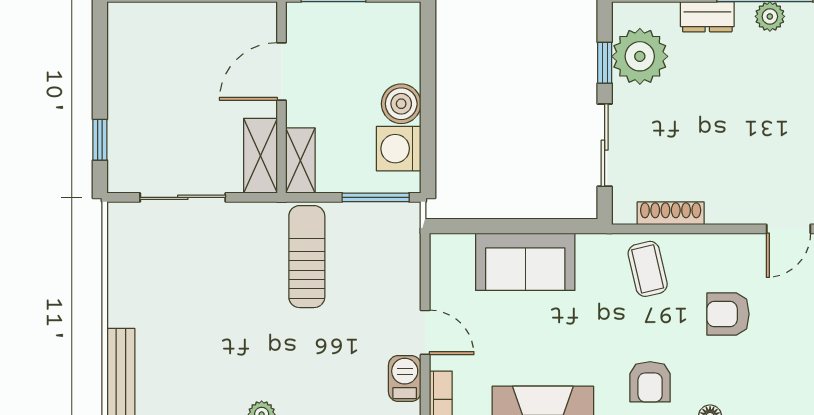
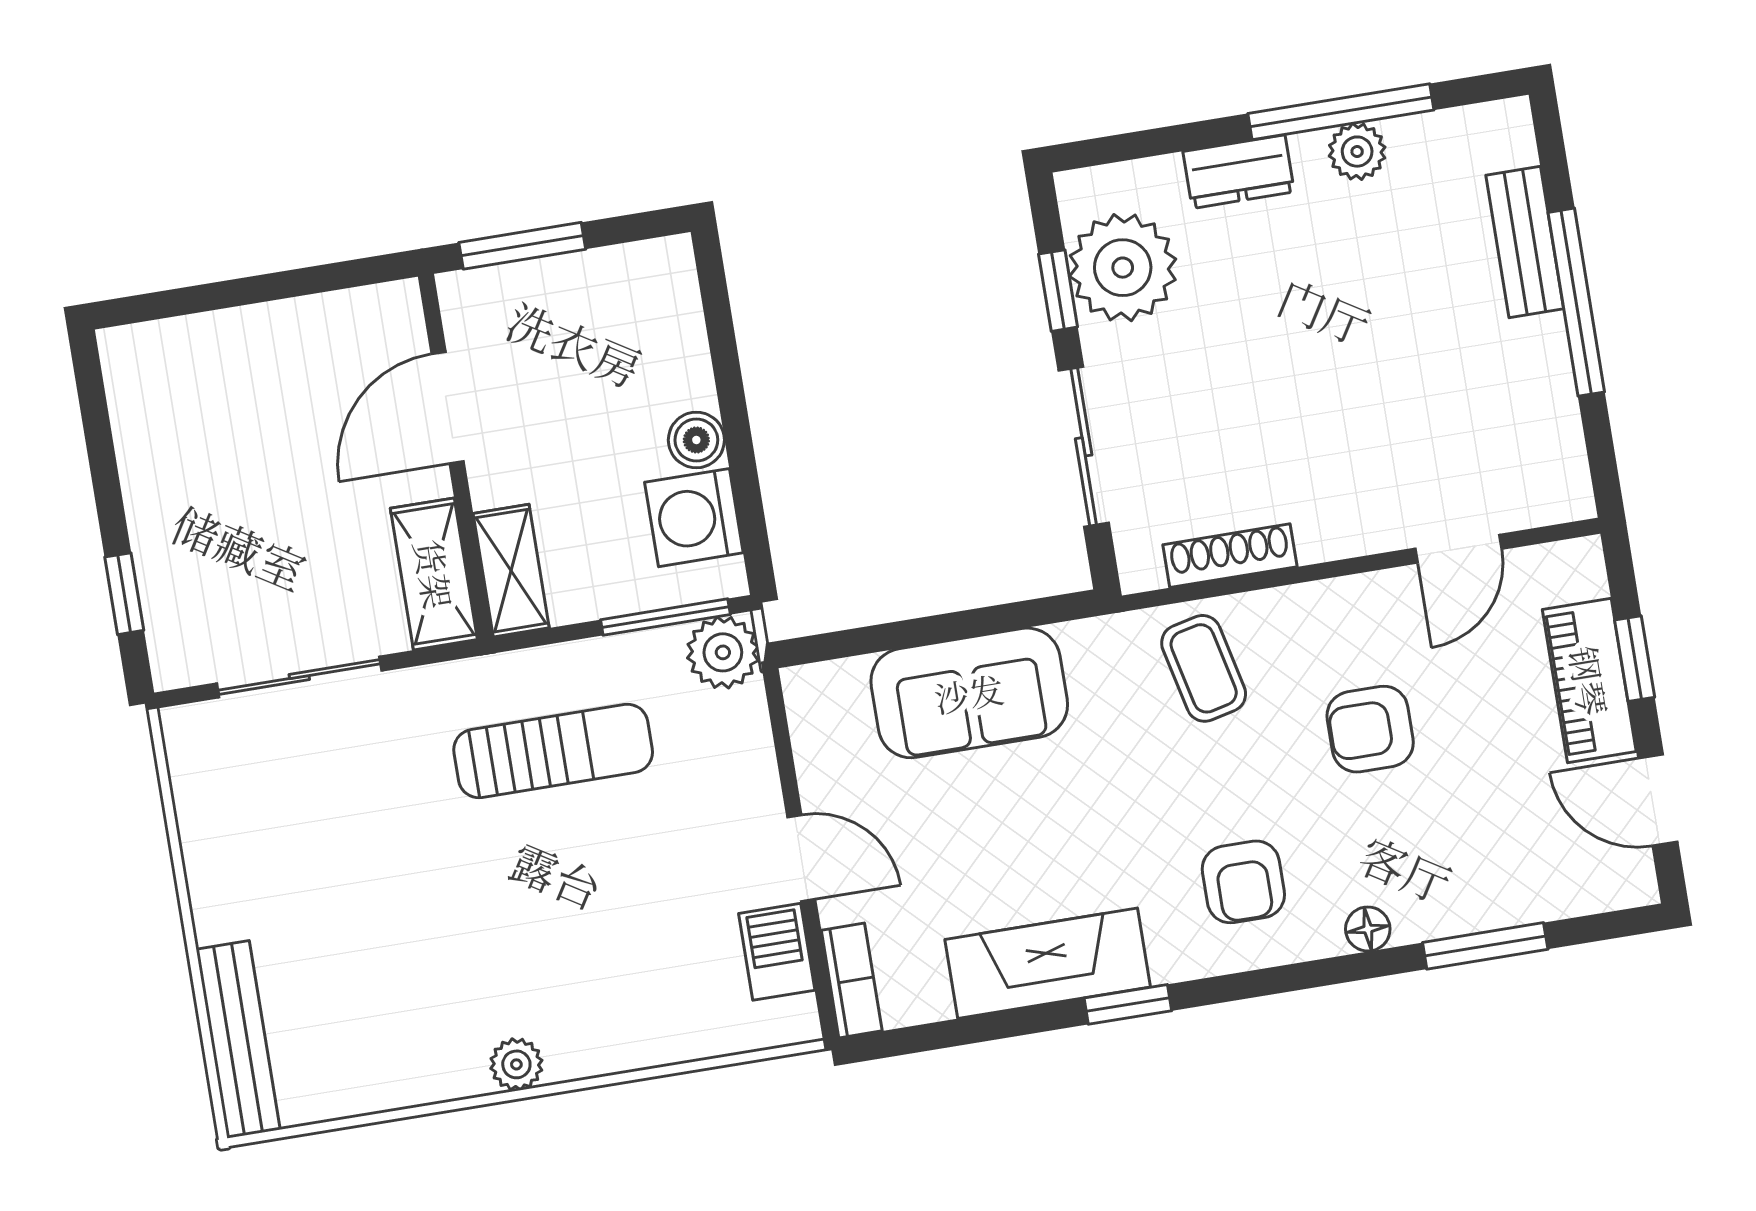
boiler: (401, 104) -> (696, 440), width x0.73, depth x0.73
plant: (402, 220) -> (723, 652), added
sun lounger: (307, 257) -> (553, 751), turned 90

